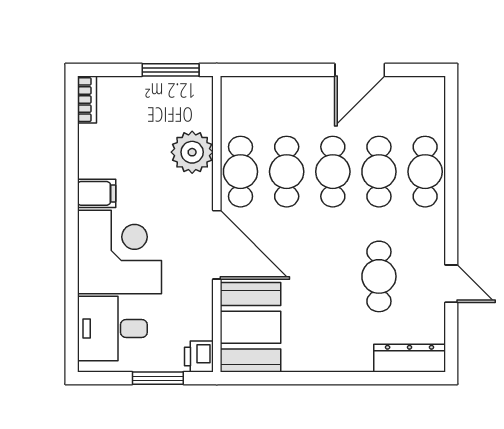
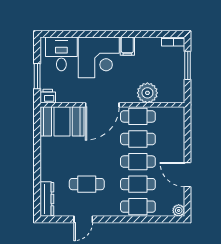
window: (171, 70) -> (188, 65), moved
plant: (433, 88) -> (179, 210), added

